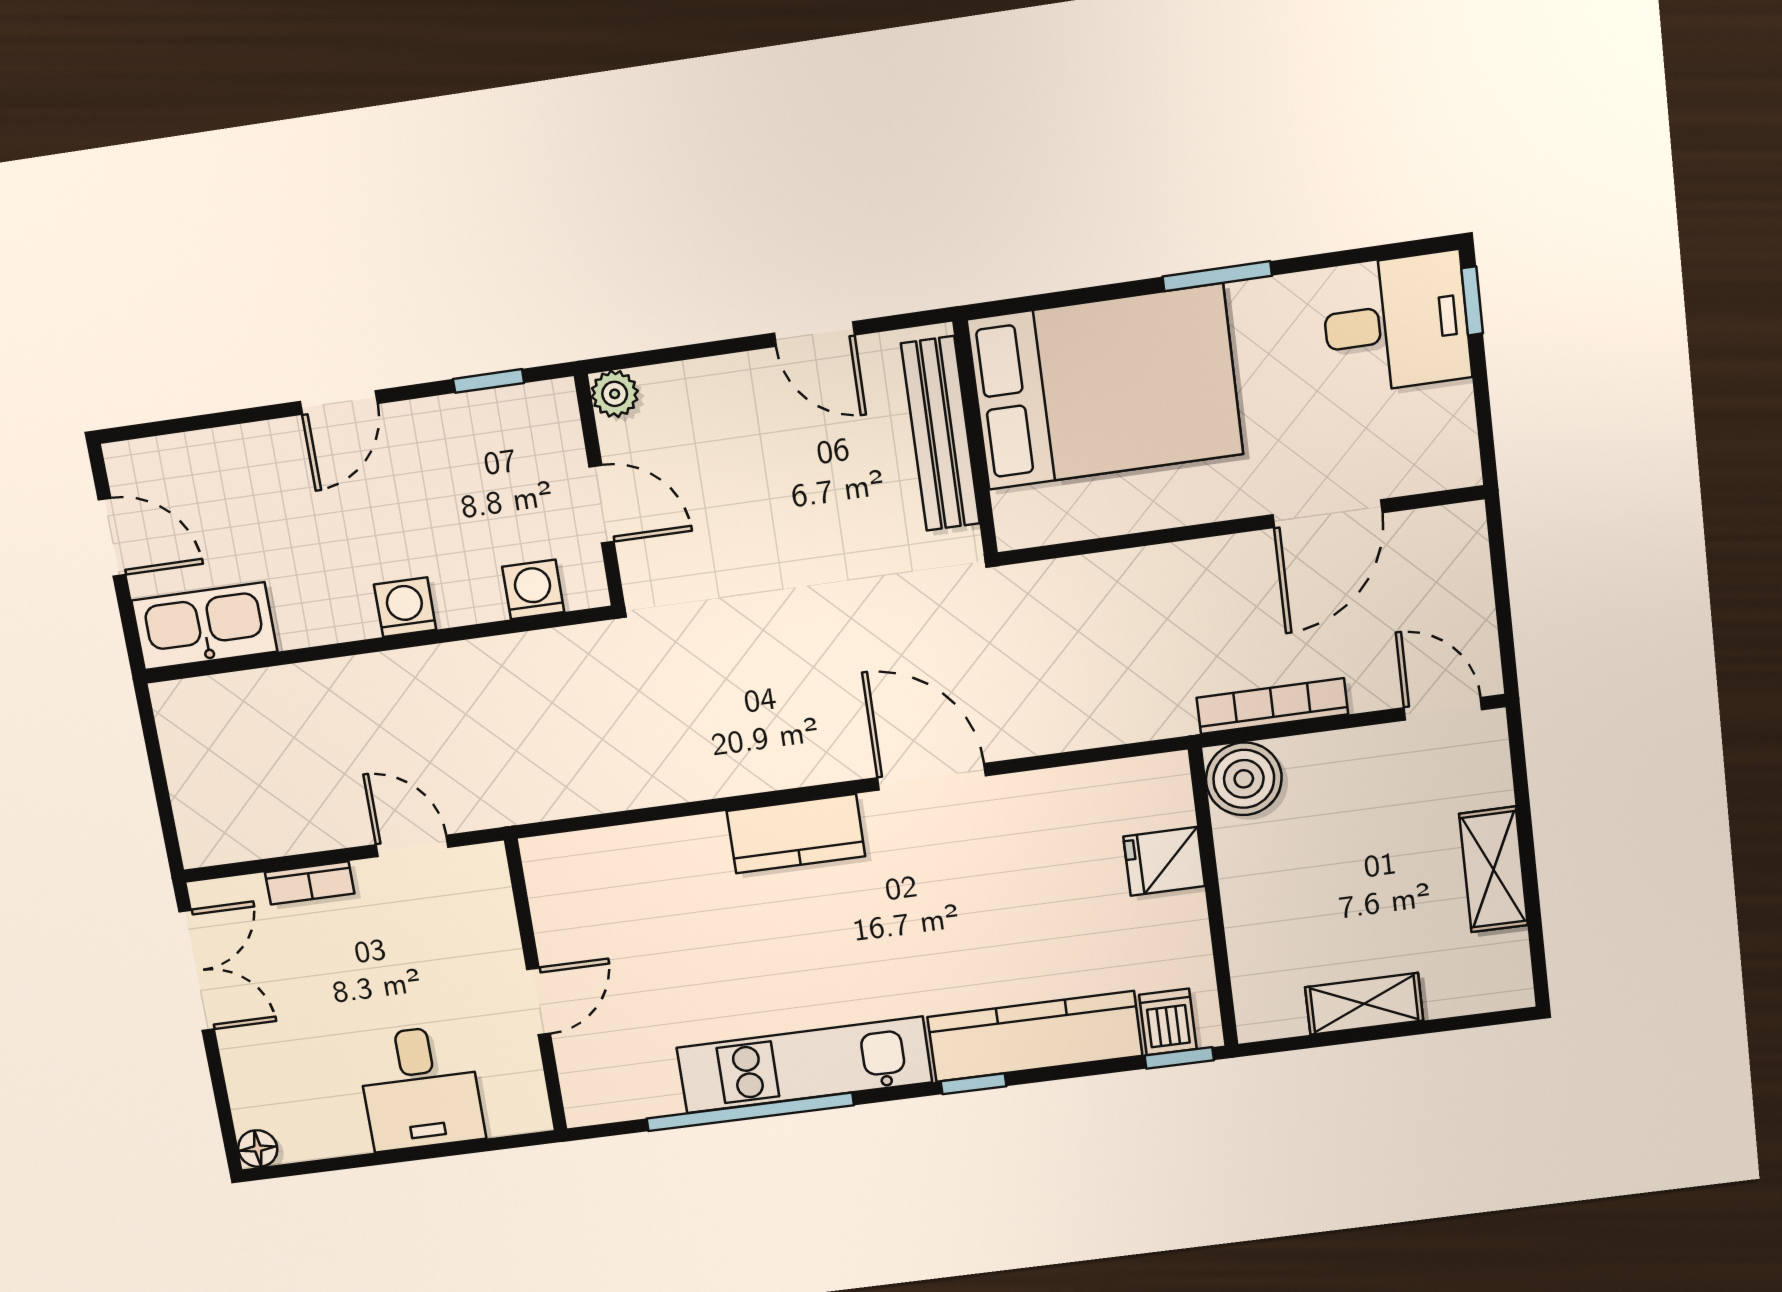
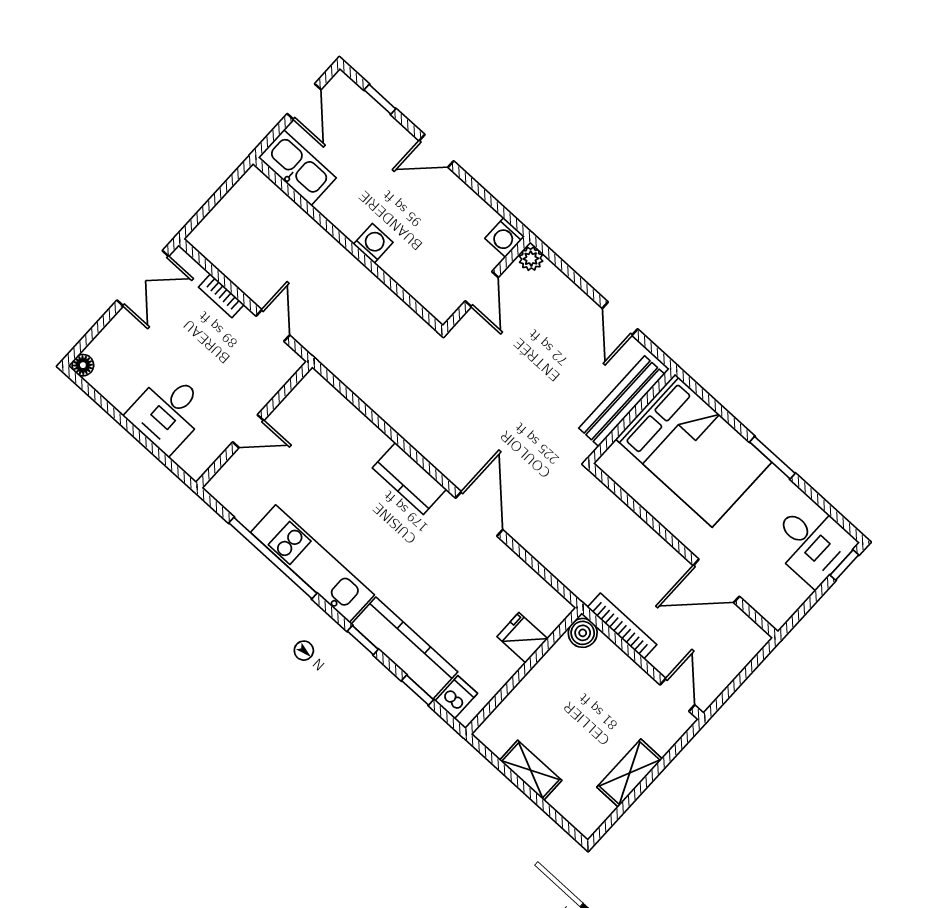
window: (488, 381) -> (380, 99), moved
washing machine: (533, 589) -> (505, 237), moved, turned 180
boiler: (1244, 779) -> (583, 633), width x0.73, depth x0.73
window: (1179, 1058) -> (418, 690), moved

